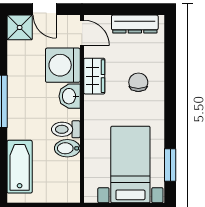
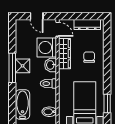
shower: (20, 27) -> (23, 66), moved
wardrobe: (94, 76) -> (64, 54), width x1.50
bidet: (67, 148) -> (49, 112), moved

